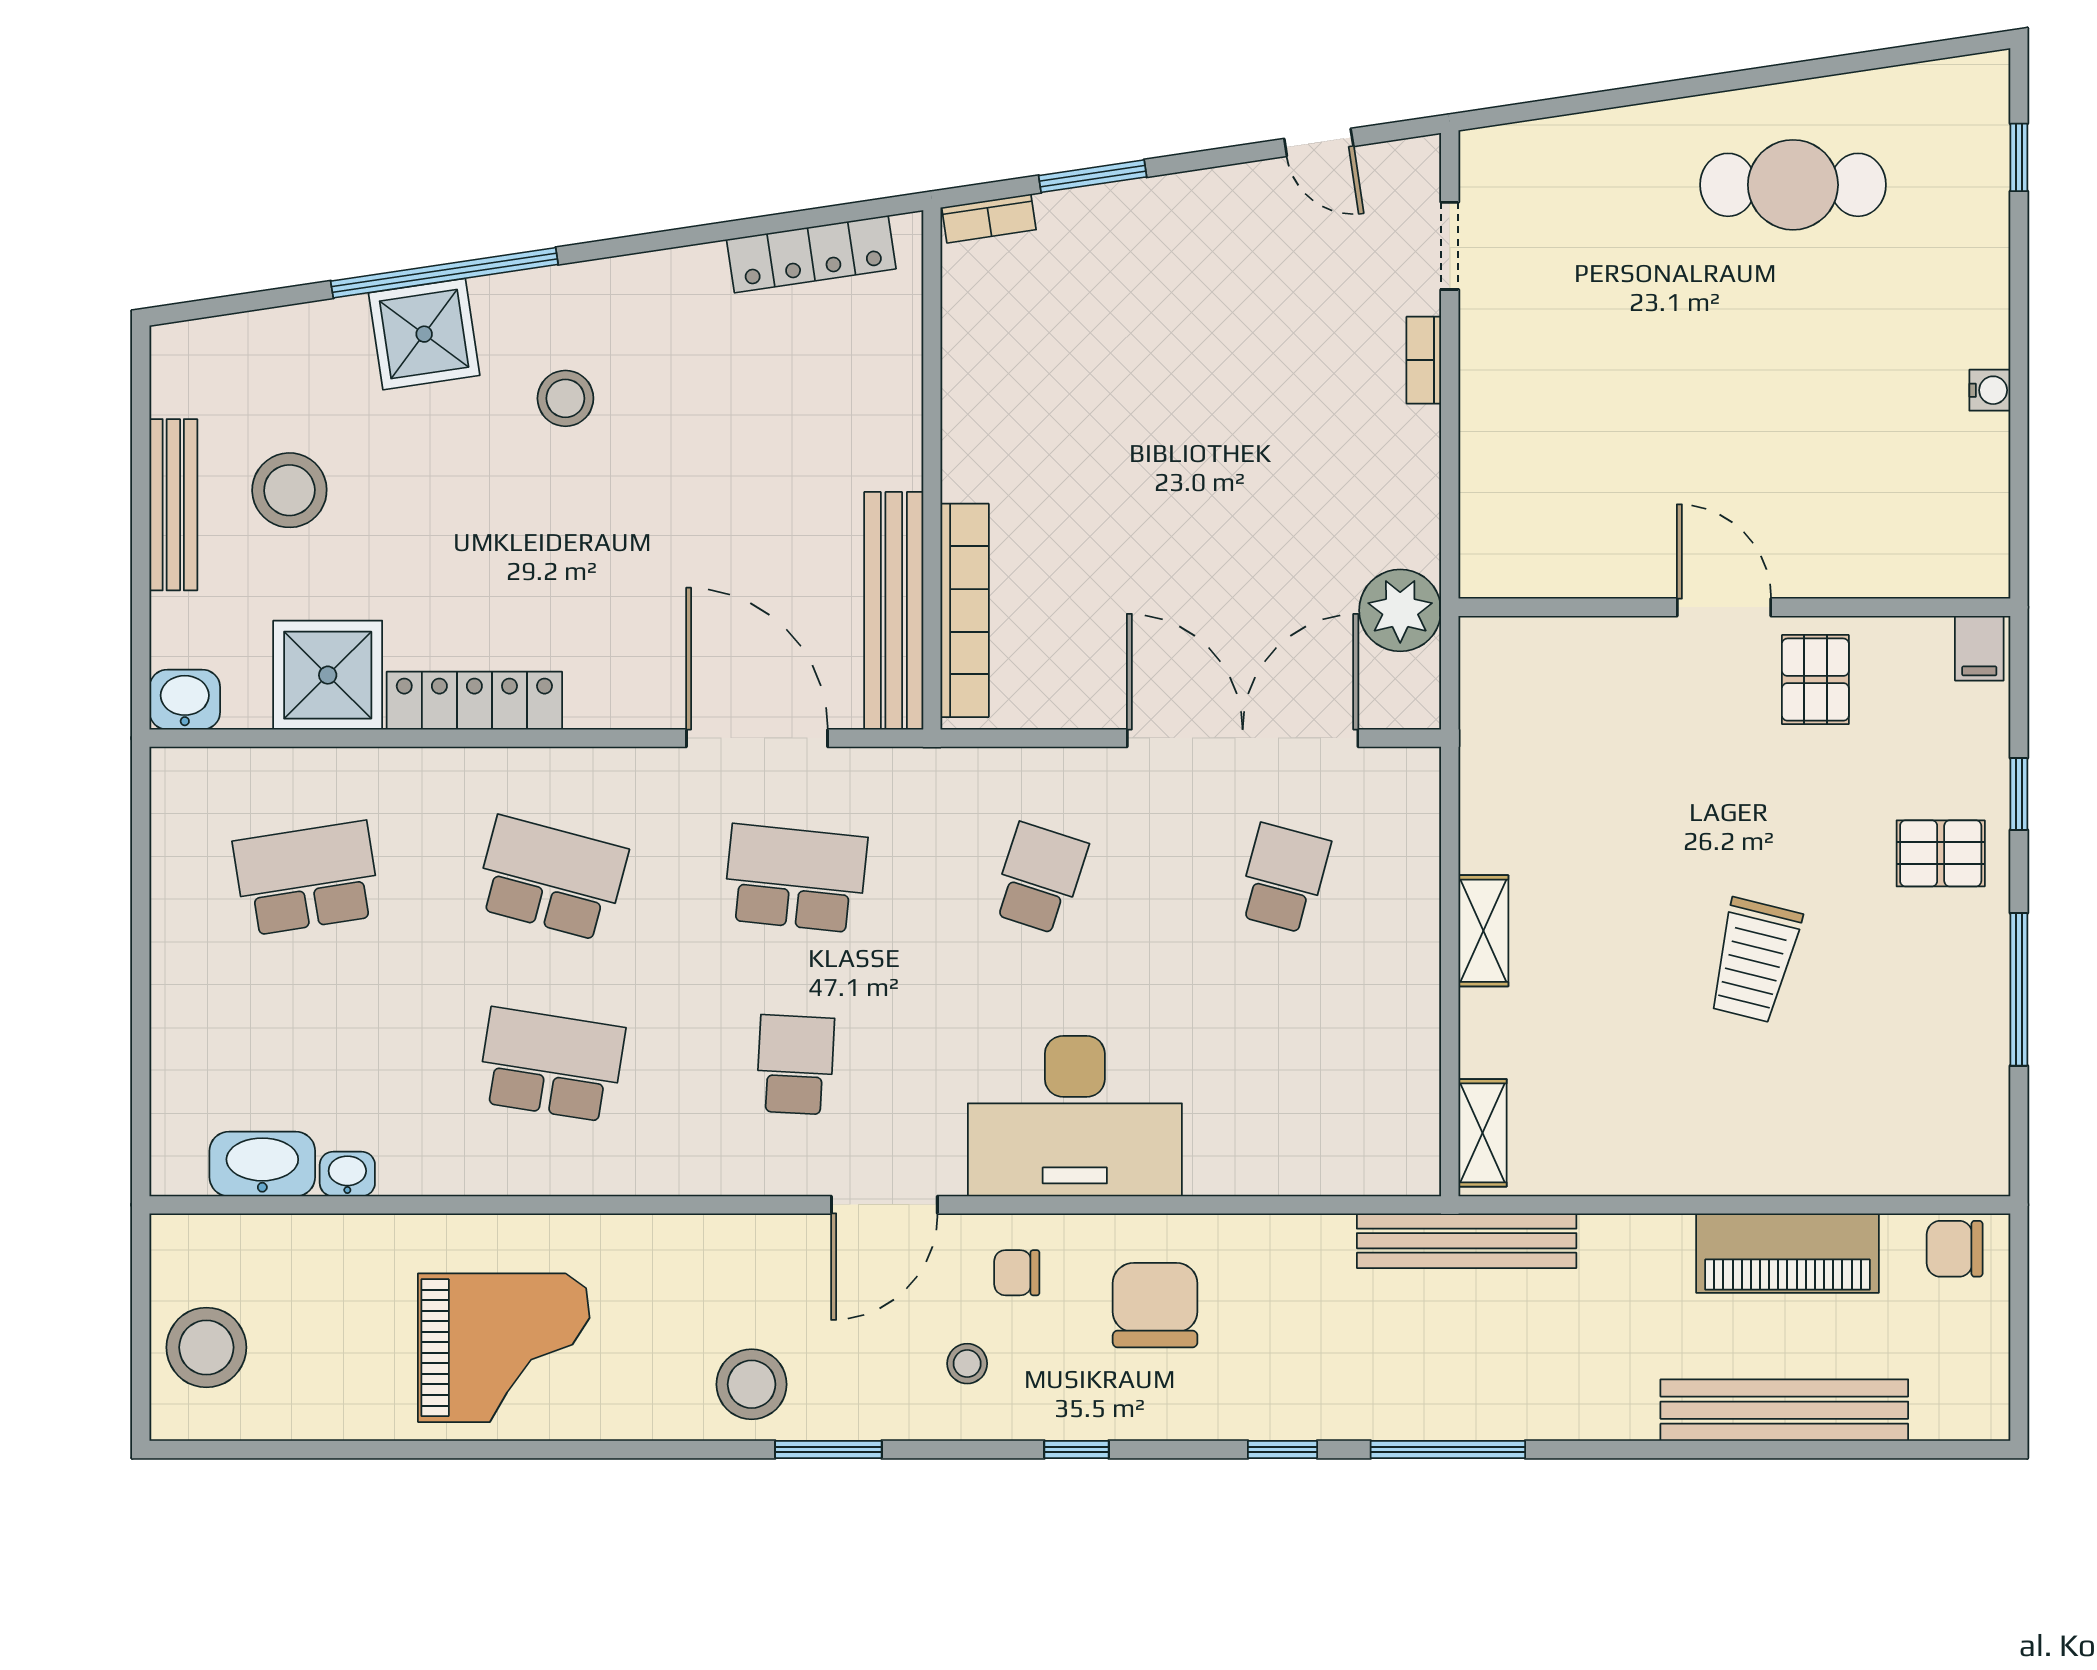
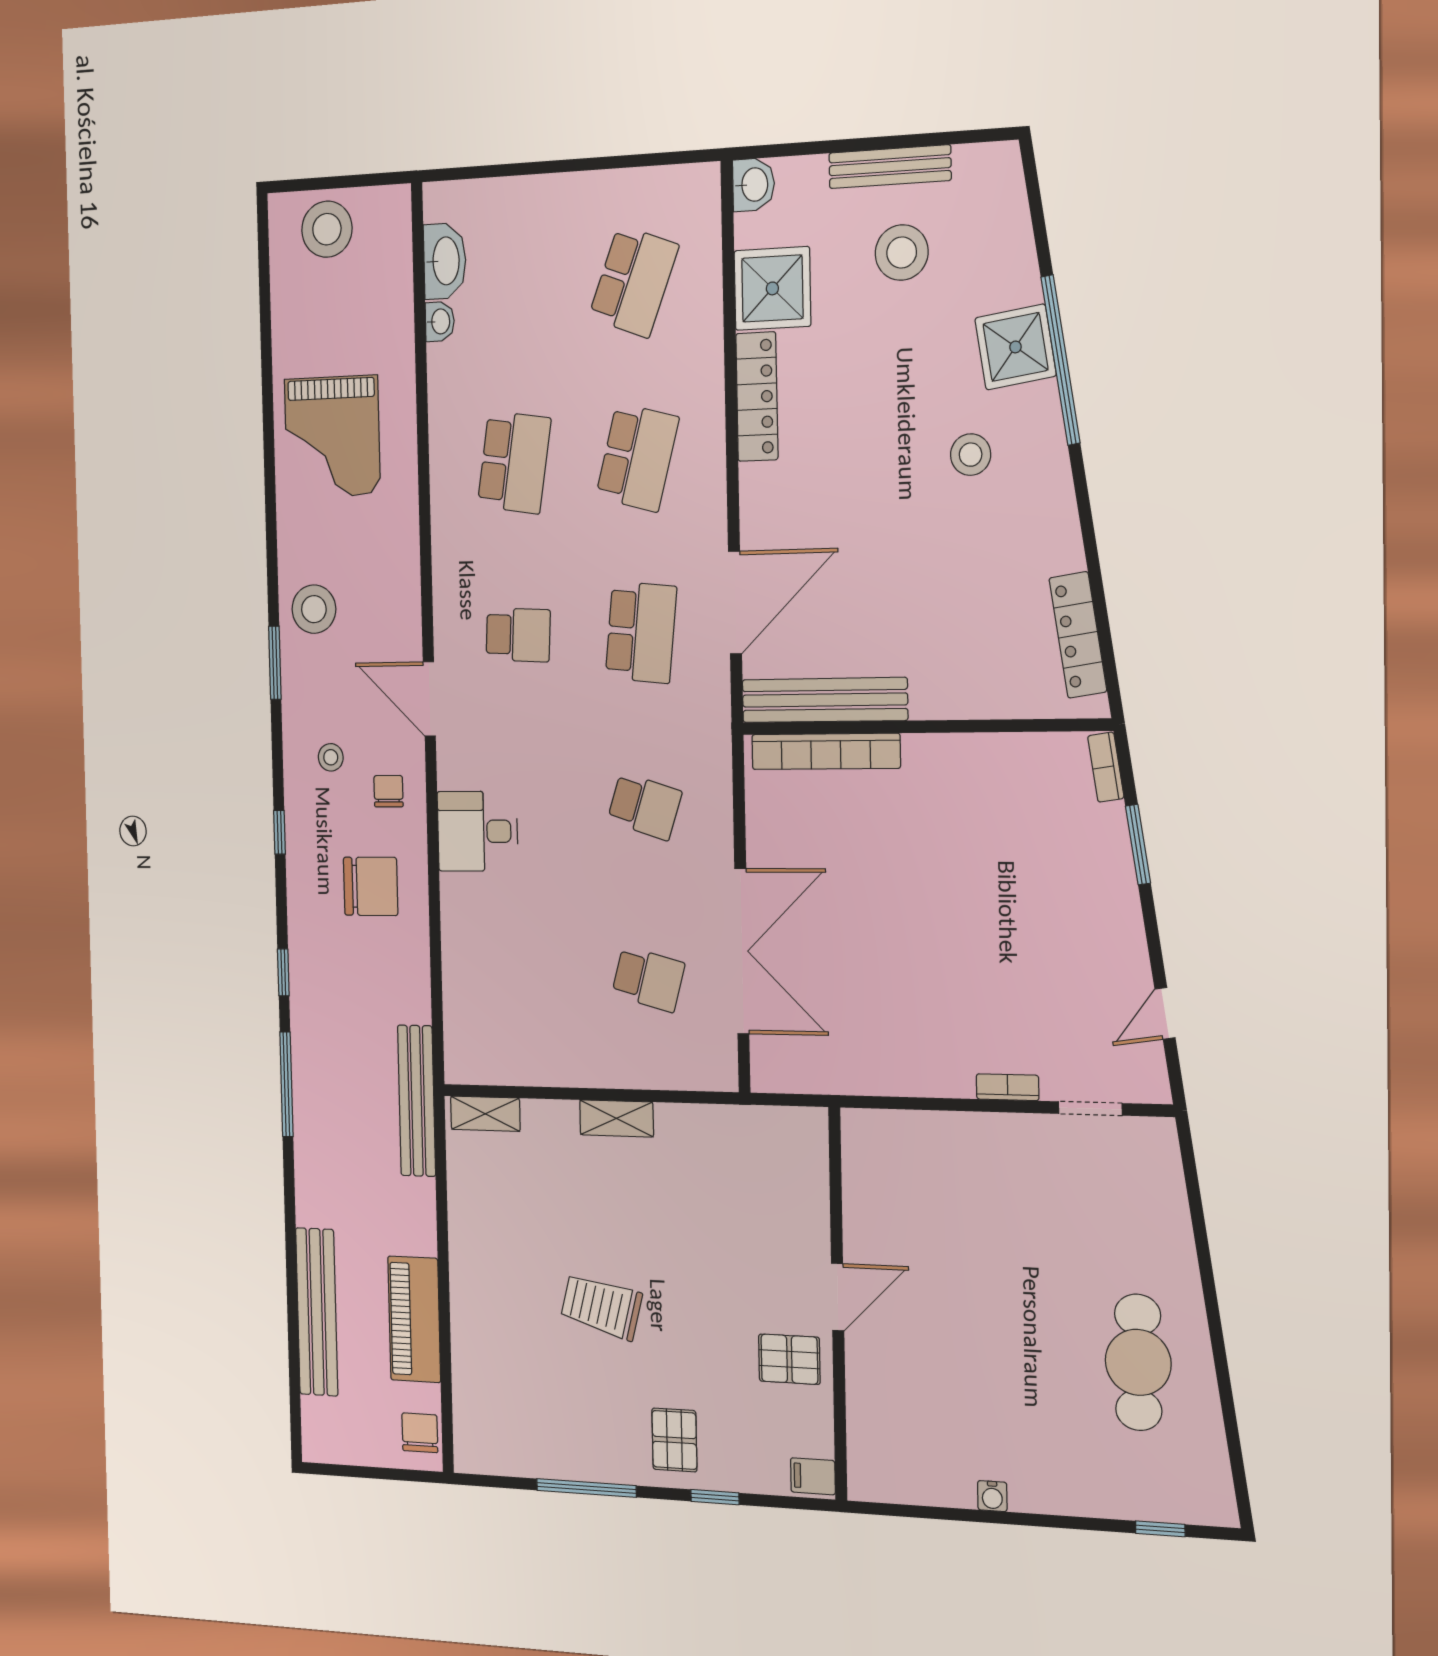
plant: (1400, 610) -> (831, 1066), removed
school desk: (307, 878) -> (634, 281), turned 30
desk: (1075, 1116) -> (477, 831), width x0.53, depth x0.77

